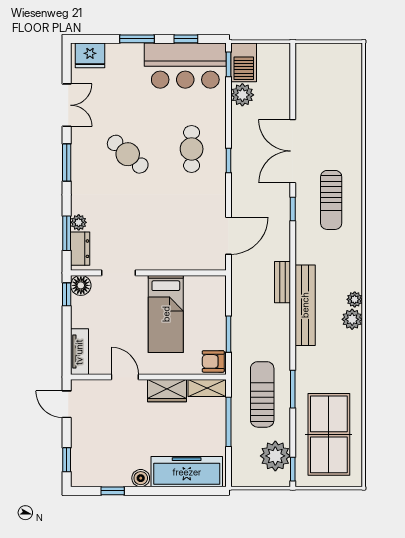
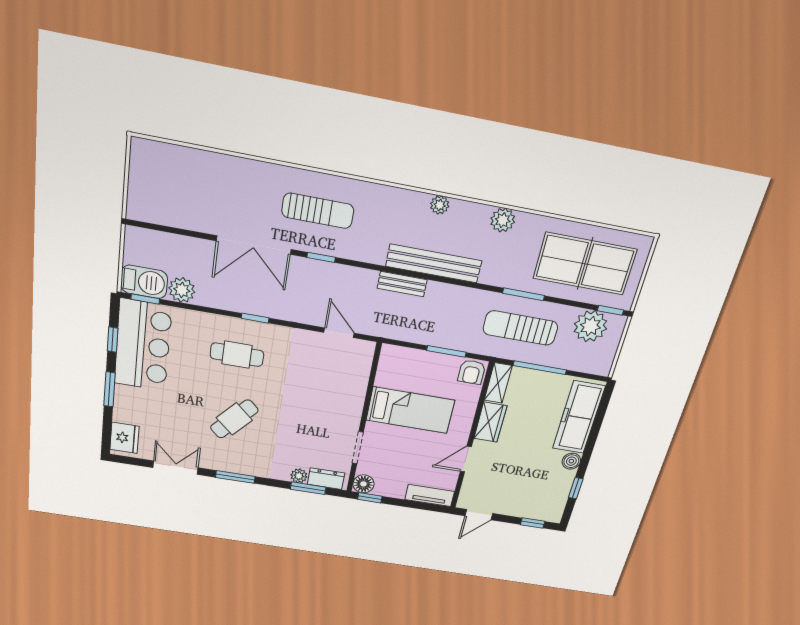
door: (229, 236) -> (339, 333), width x0.73
plant: (352, 319) -> (503, 220), moved

